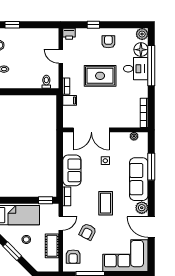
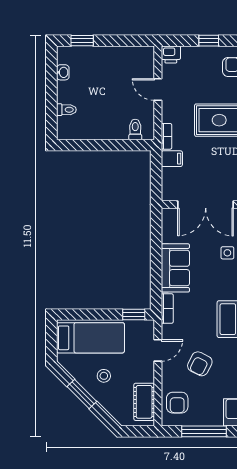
cot: (52, 246) -> (144, 402), moved

